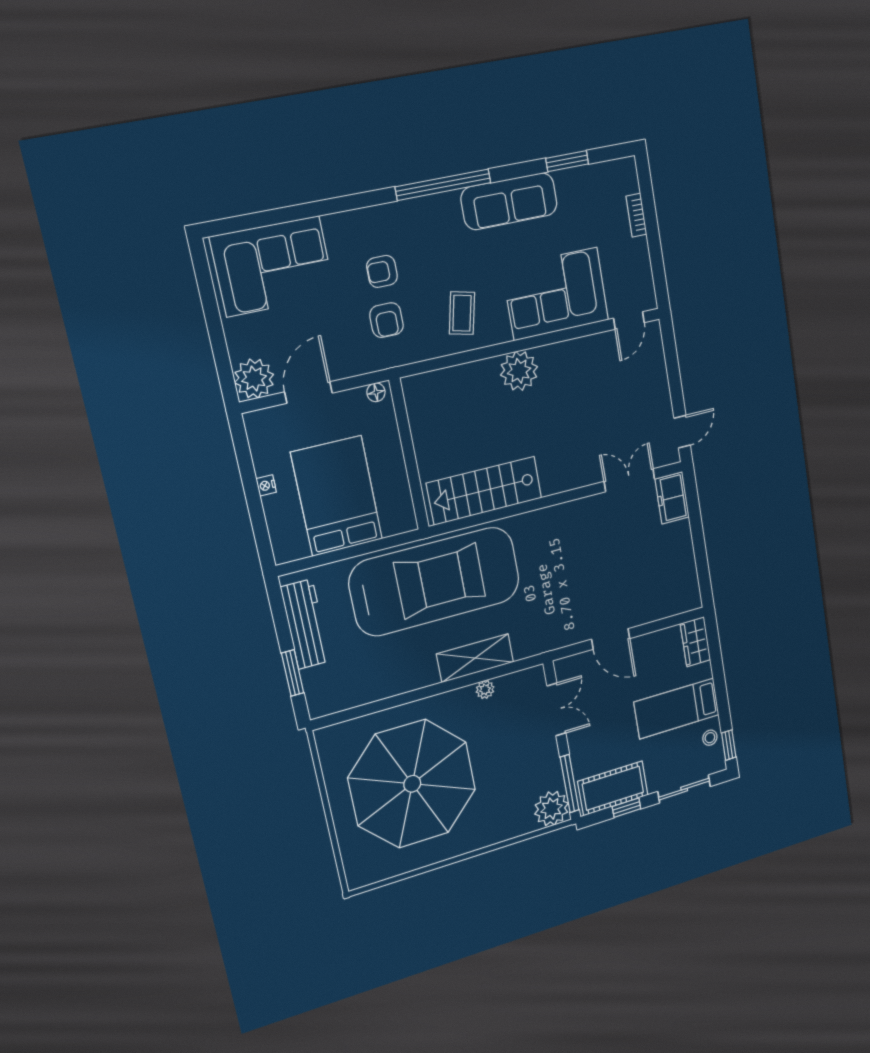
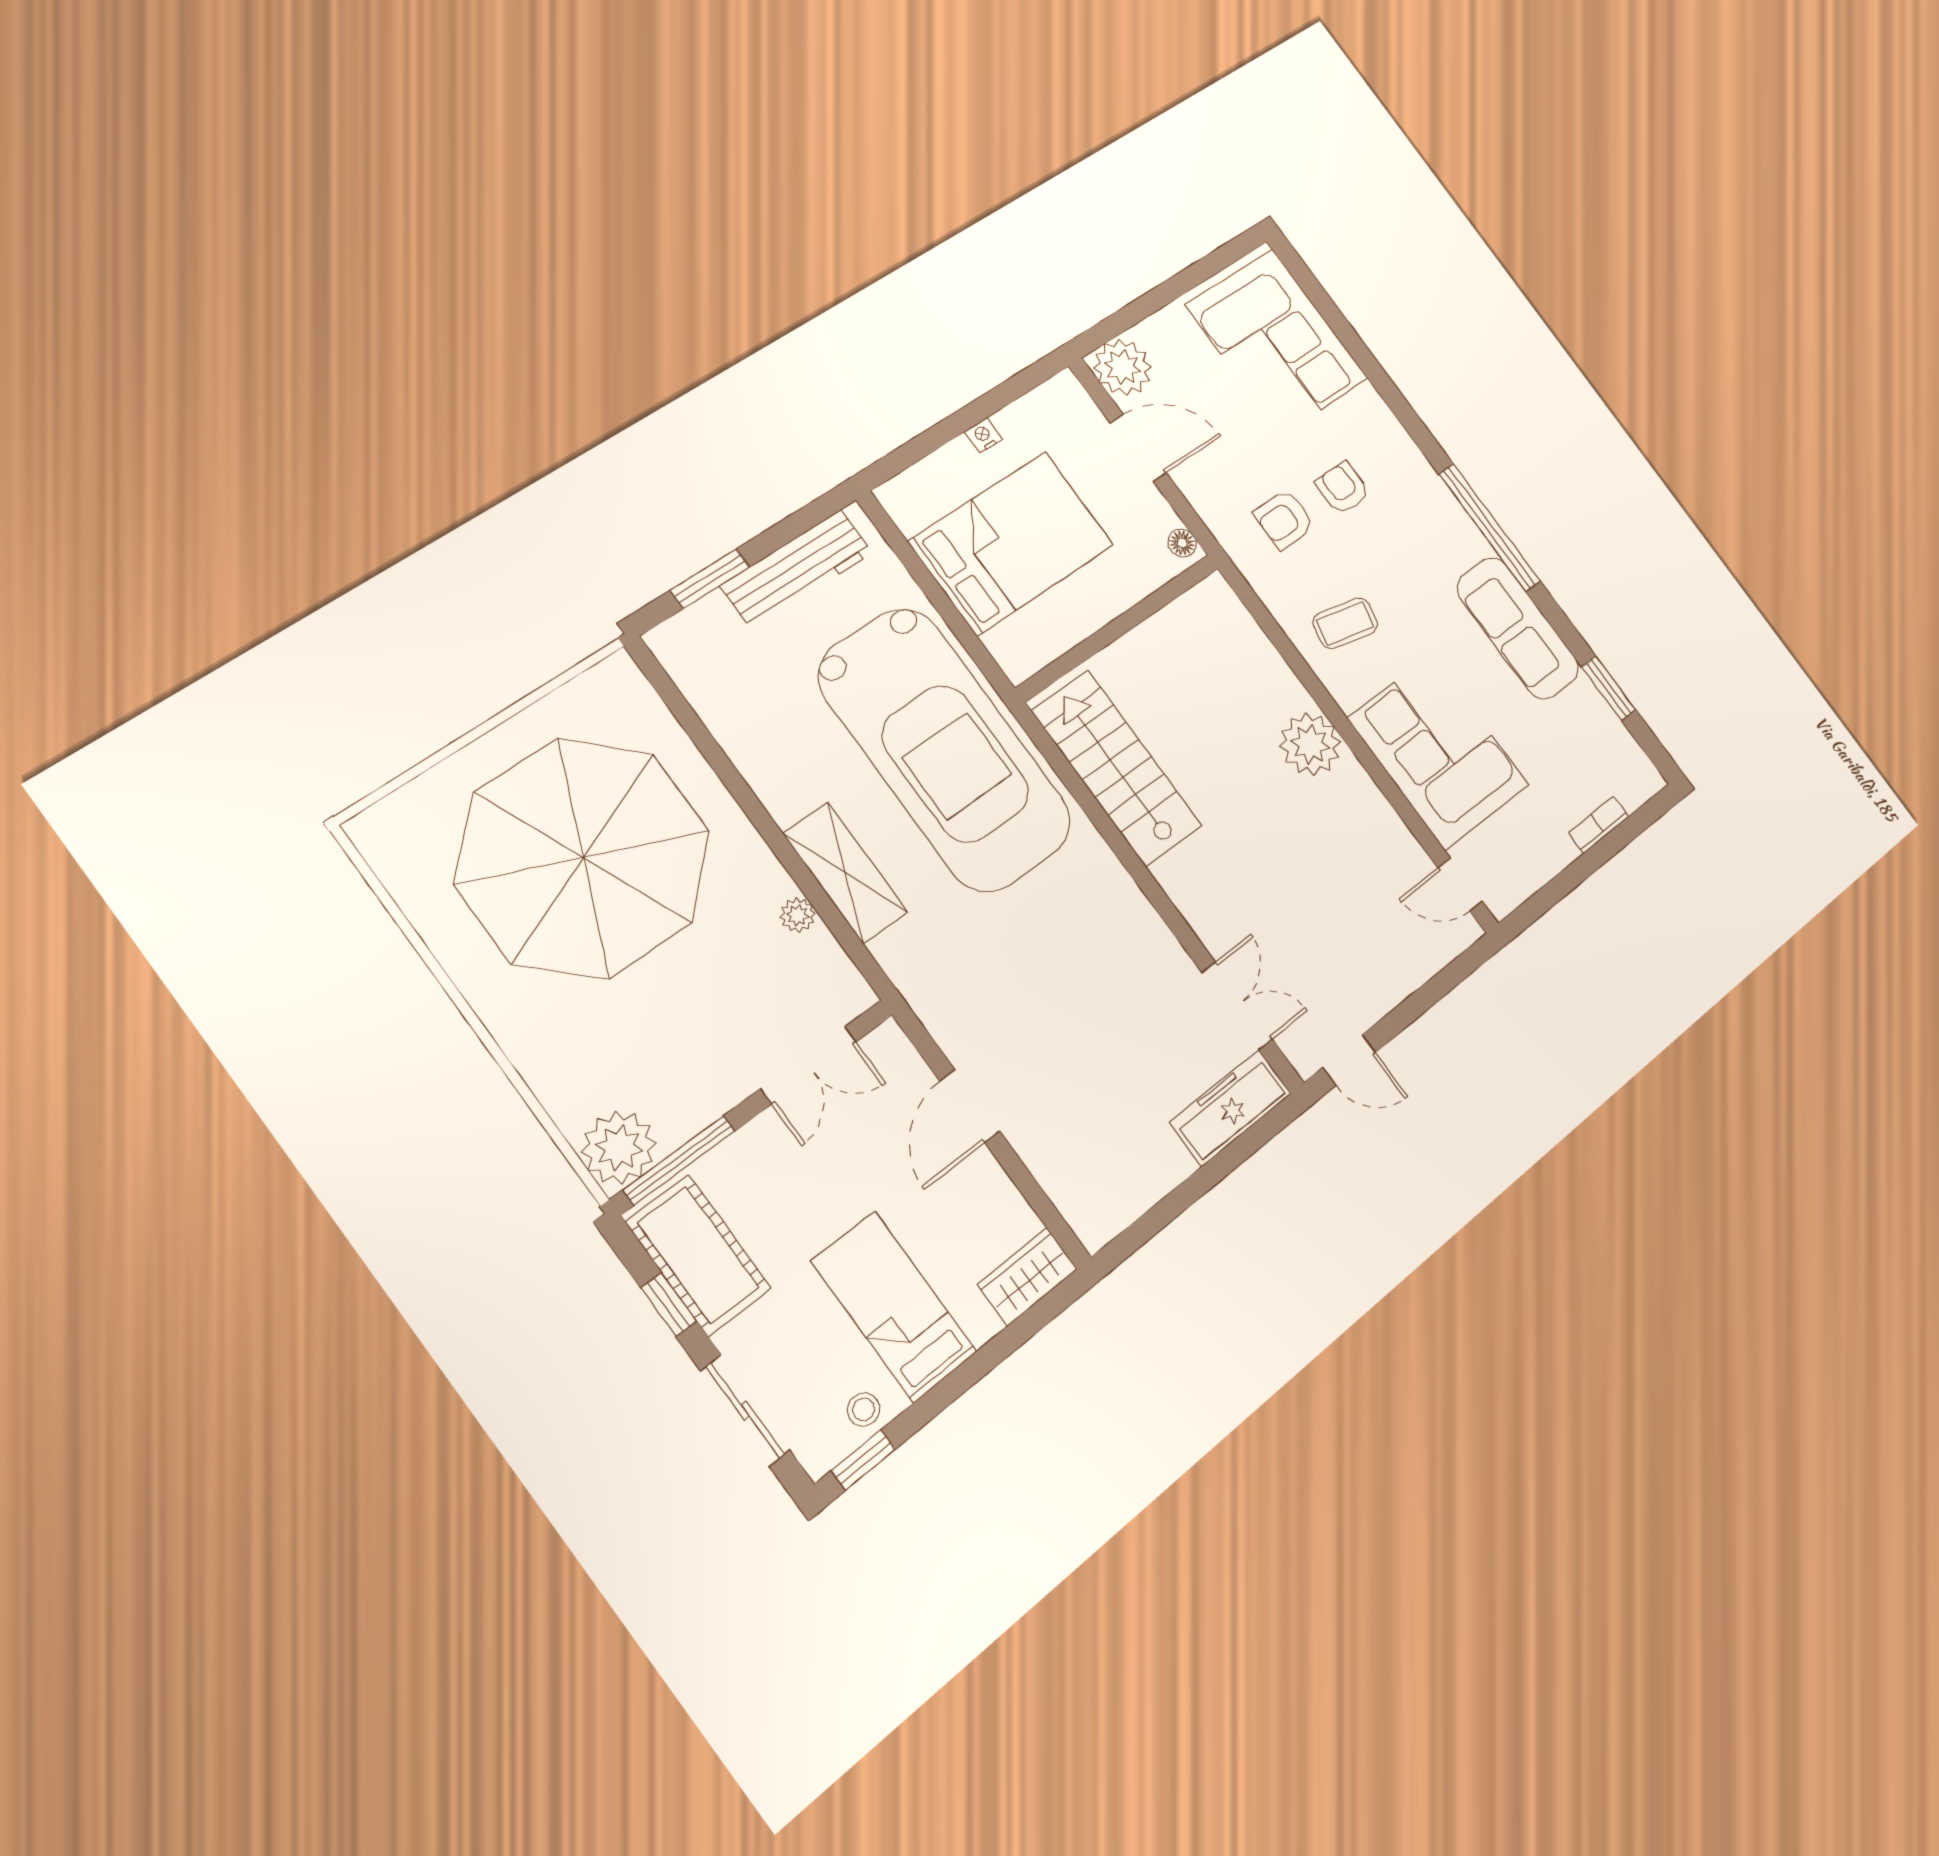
freezer: (672, 498) -> (1230, 1108), width x1.40

